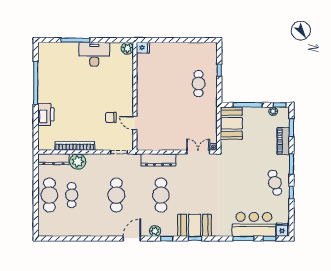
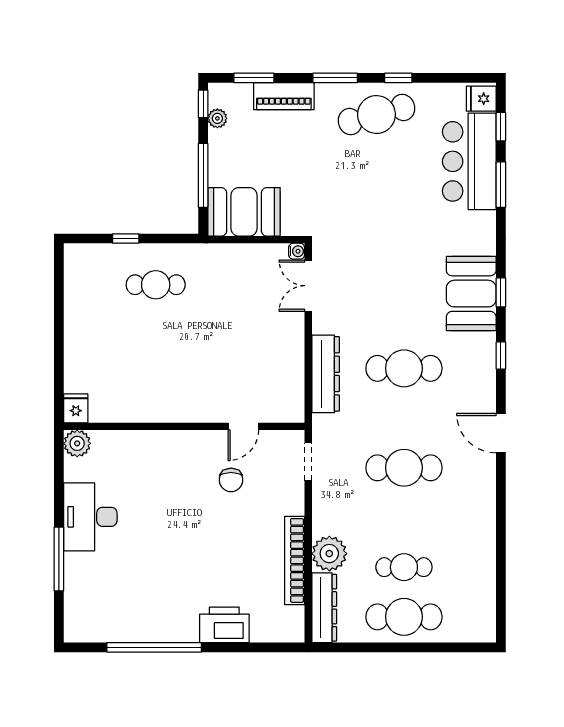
cafe table: (275, 183) -> (376, 115), width x1.37, depth x1.35
plant: (155, 231) -> (484, 381), removed

